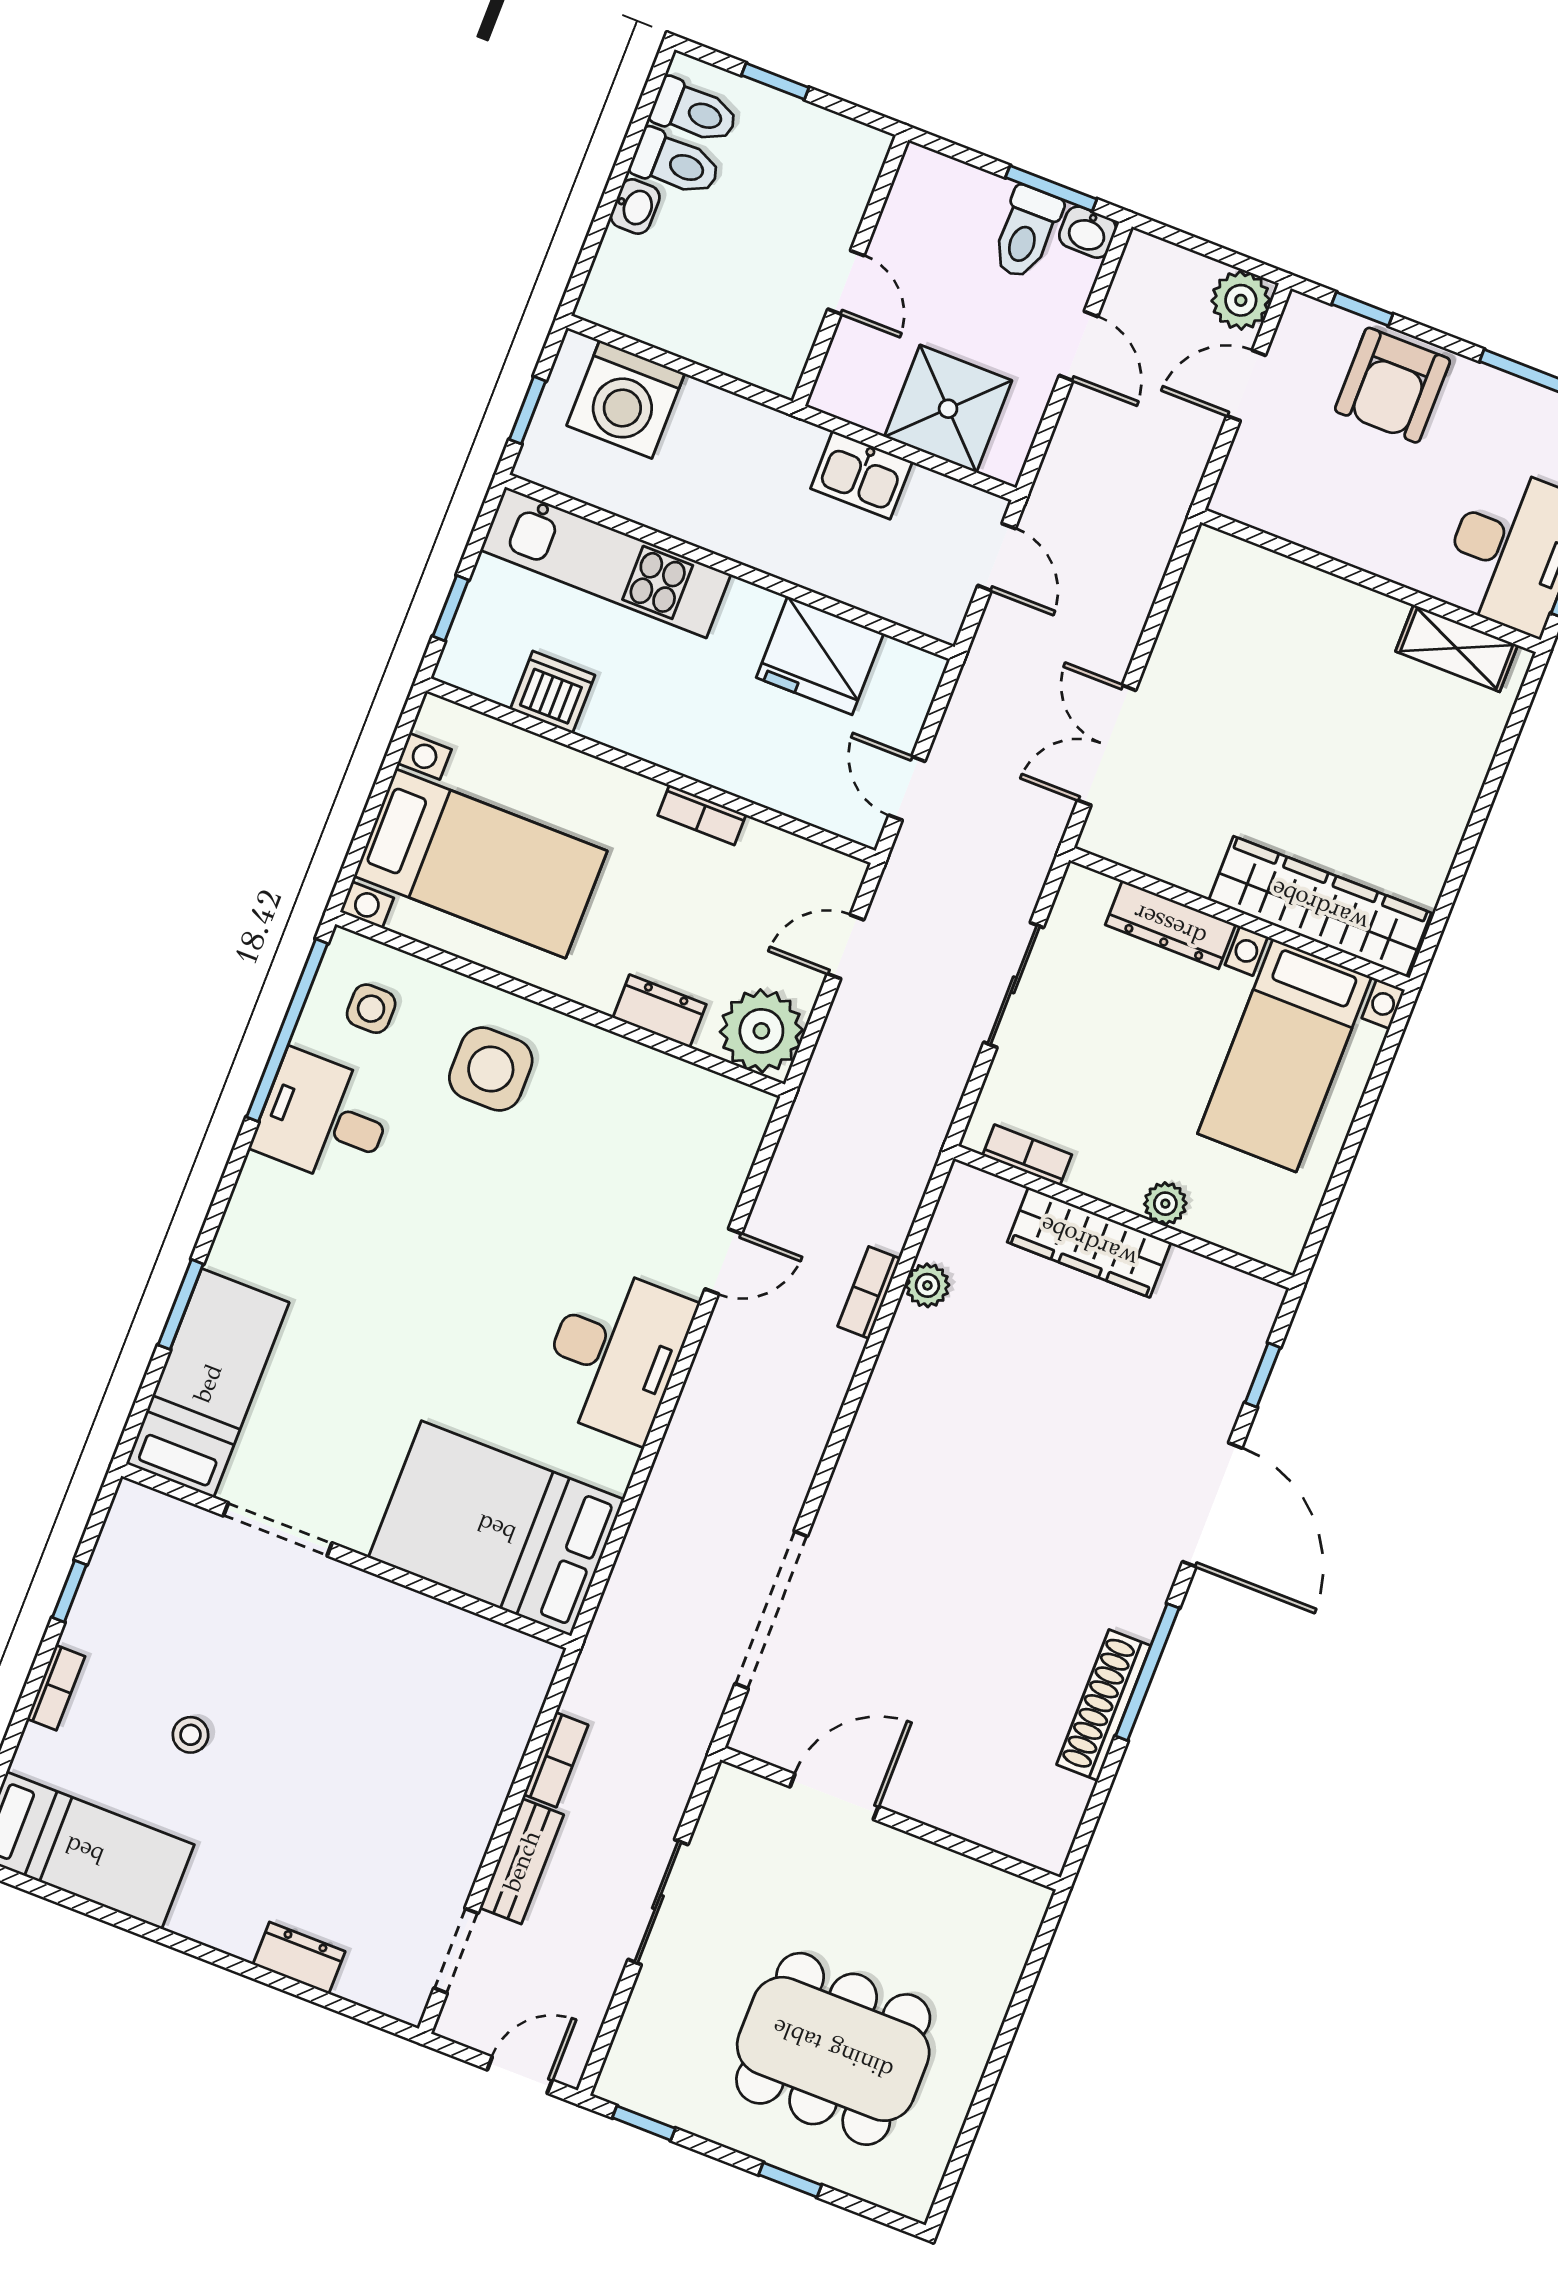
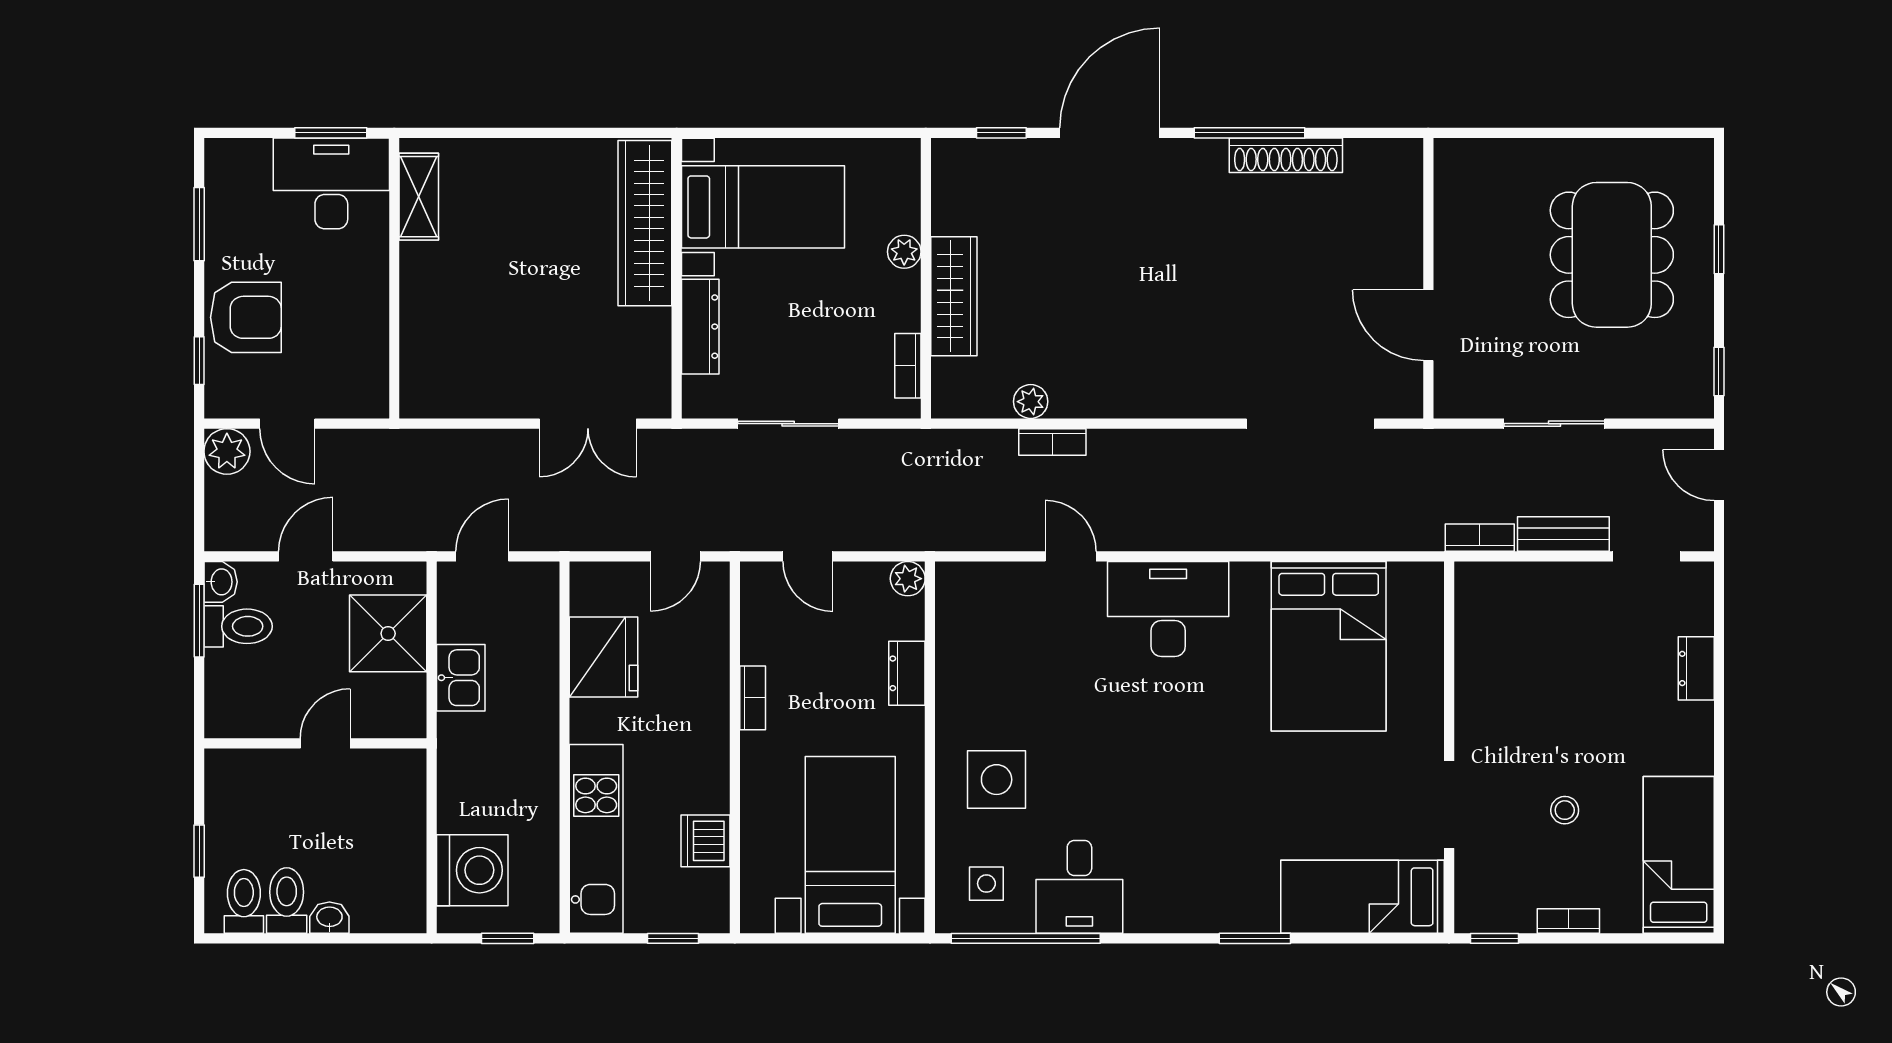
plant: (761, 1031) -> (908, 579), width x0.53, depth x0.53
bed: (208, 1383) -> (1363, 897), moved
doorway: (278, 1529) -> (1449, 805), moved
wall: (346, 1556) -> (1449, 747), moved

